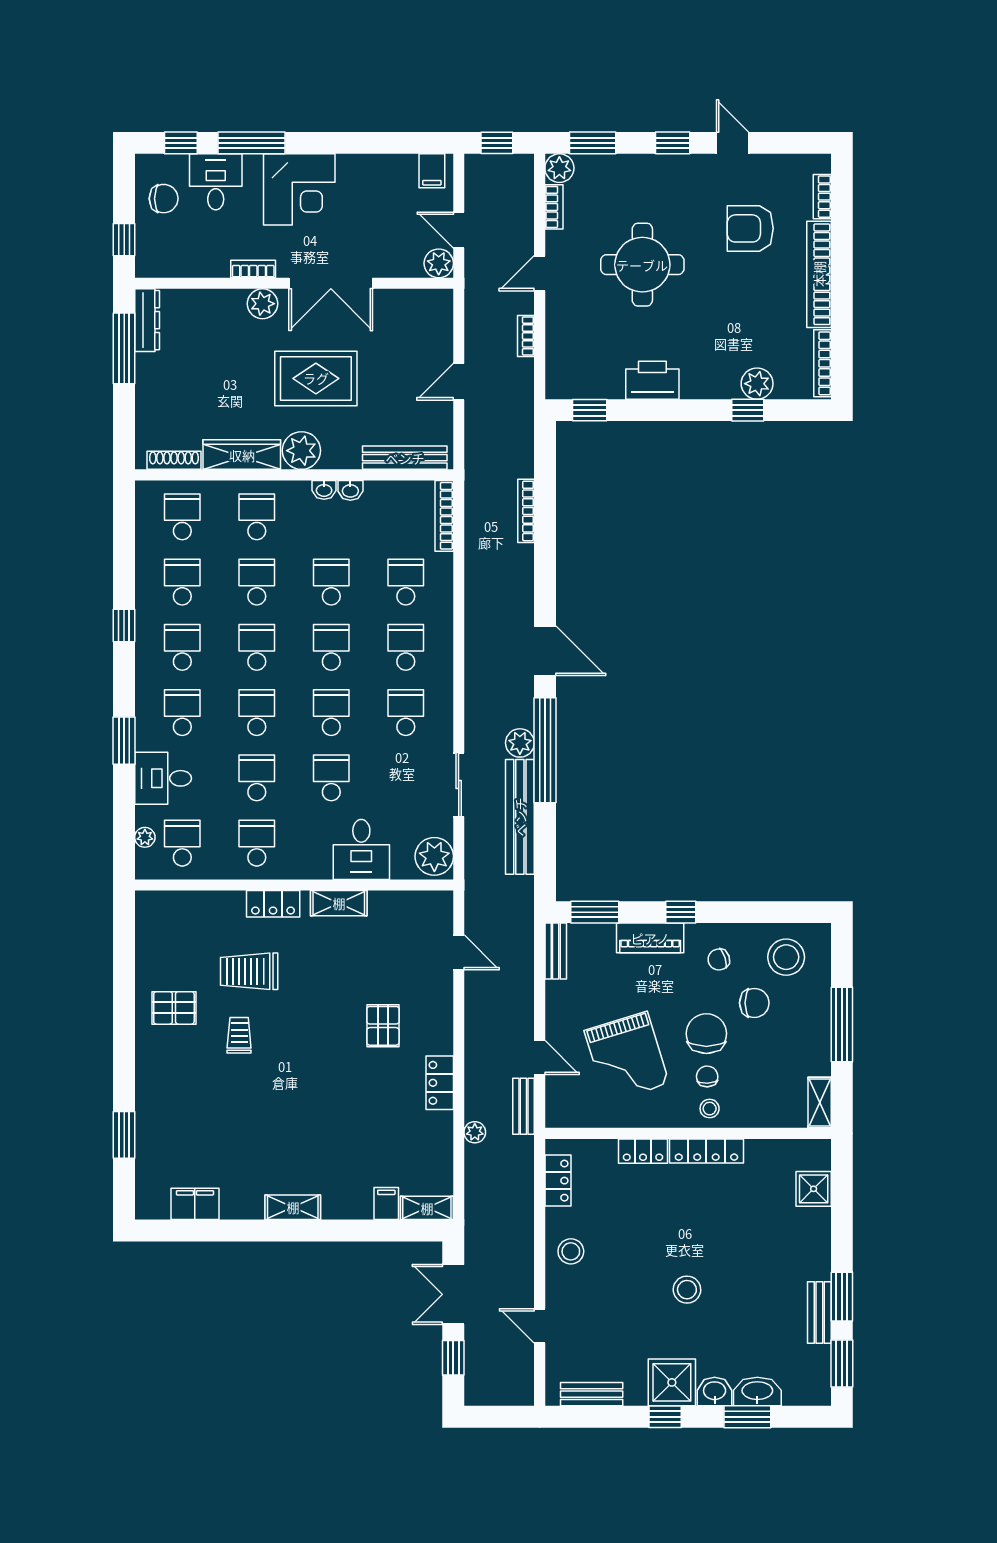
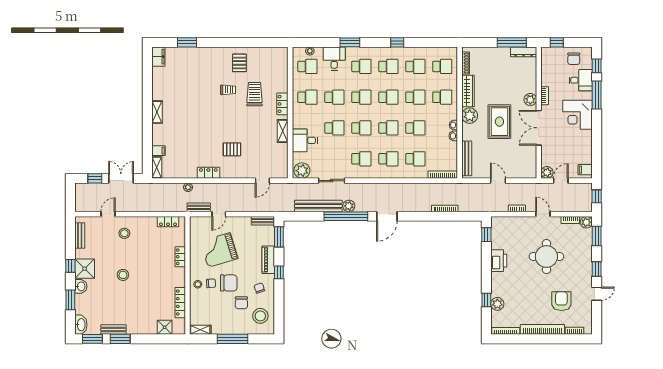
locker: (706, 1151) -> (180, 303), moved
filing cabinet: (195, 1204) -> (158, 57), moved
stool: (571, 1251) -> (124, 233), moved
washbasin: (757, 1391) -> (81, 325), moved

